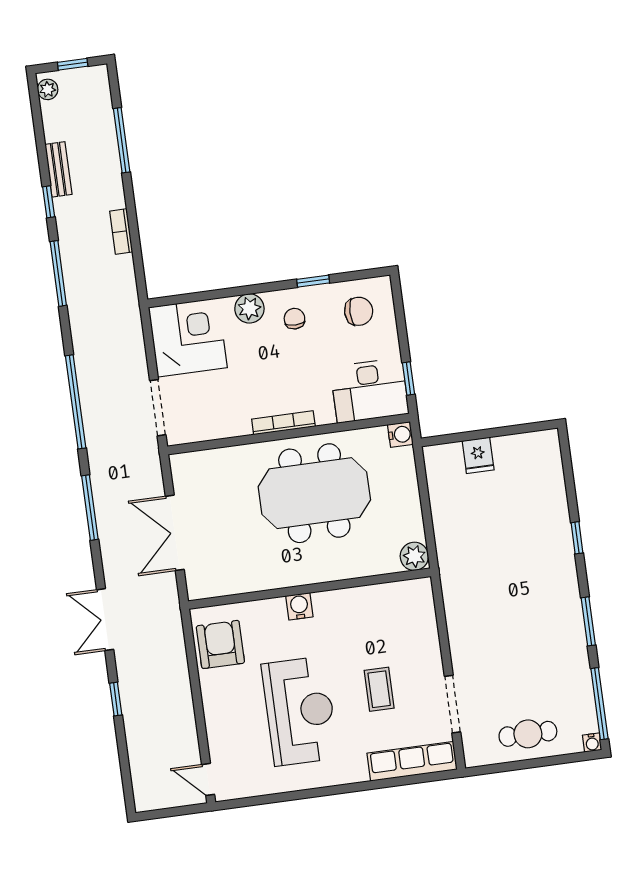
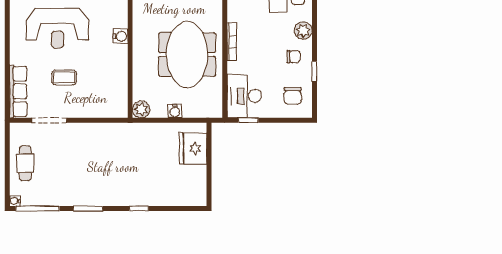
water cooler: (400, 434) -> (175, 111), moved
fridge: (478, 455) -> (193, 148), width x1.88, depth x1.34

